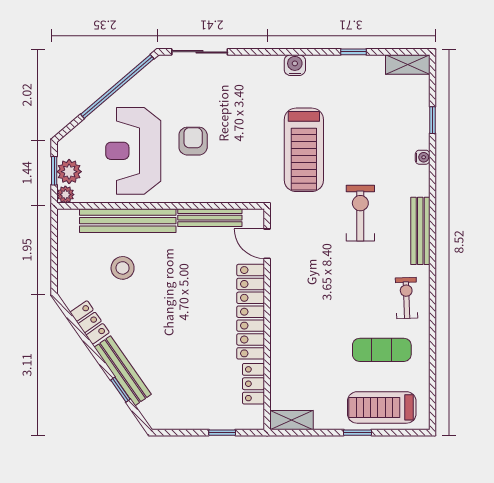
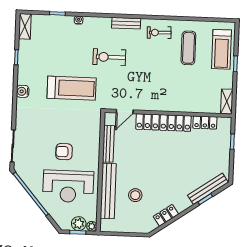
bench: (420, 231) -> (126, 23), width x0.73
bench: (123, 371) -> (208, 189), moved

